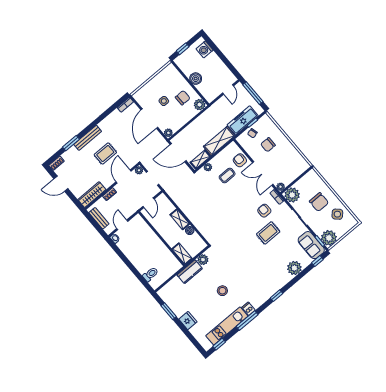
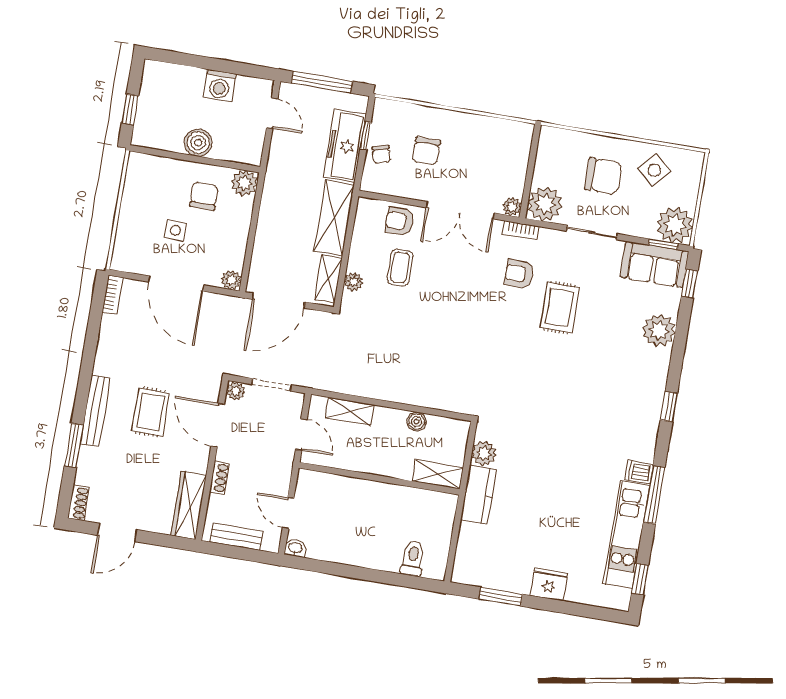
washing machine: (205, 49) -> (220, 86), moved
shelving: (180, 219) -> (350, 411), moved
stool: (222, 291) -> (565, 479), removed

